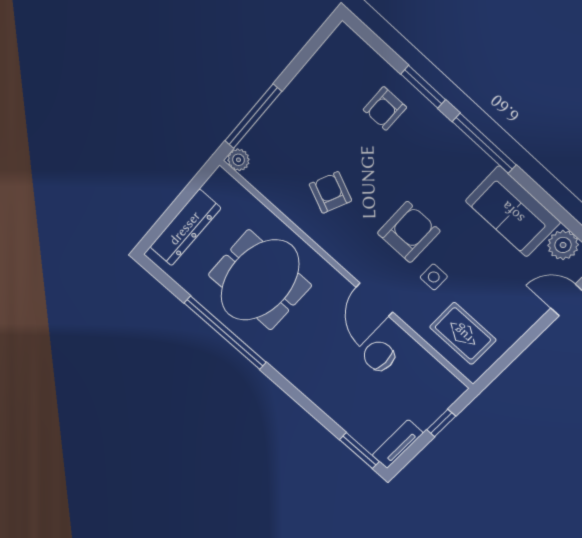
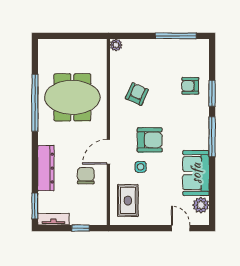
window: (253, 116) -> (176, 36), moved
dresser: (185, 228) -> (46, 168), moved, turned -90

